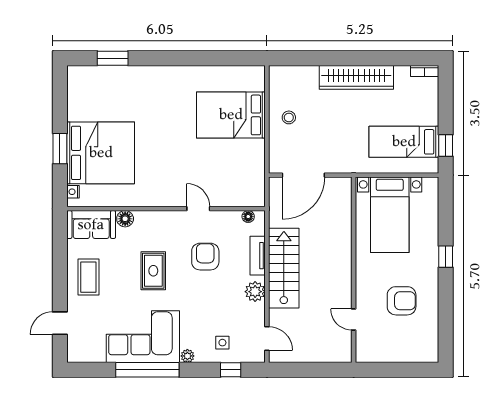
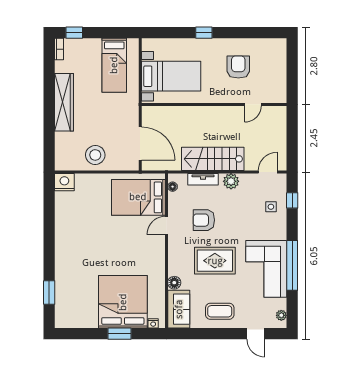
nightstand: (254, 78) -> (64, 182), added
bed: (231, 115) -> (138, 197), moved, turned 90
stool: (289, 117) -> (95, 155), width x1.89, depth x1.89
window: (446, 146) -> (74, 33), moved
rug: (153, 271) -> (215, 261), width x1.36, depth x1.43
plant: (187, 356) -> (281, 315), moved

